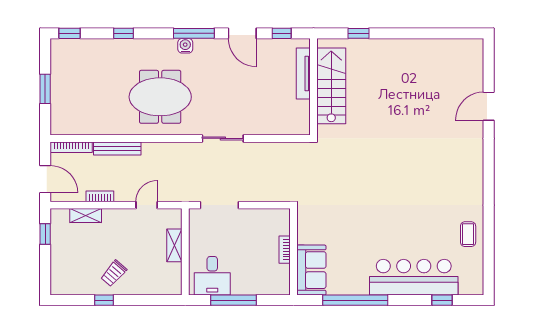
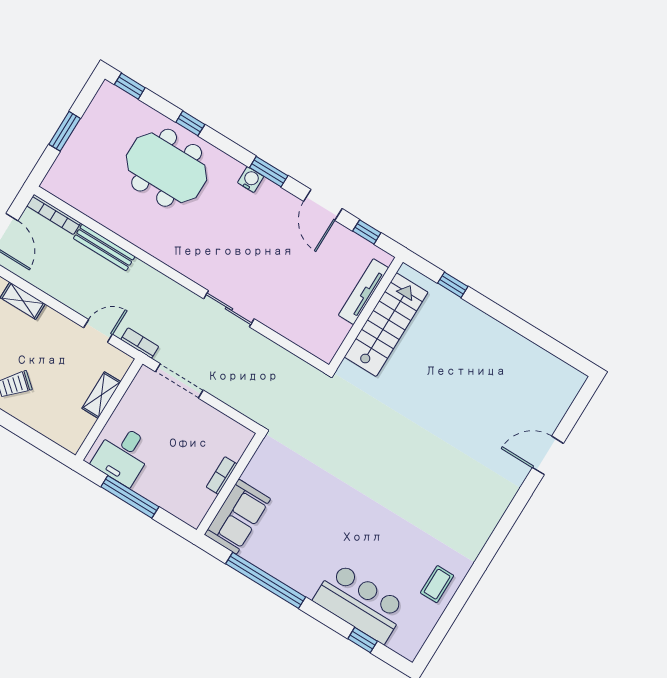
window: (194, 33) -> (269, 172), width x0.69
meeting table: (160, 97) -> (167, 168), moved
bookcase: (100, 196) -> (140, 343), moved
bar counter: (414, 277) -> (360, 603), width x0.73

